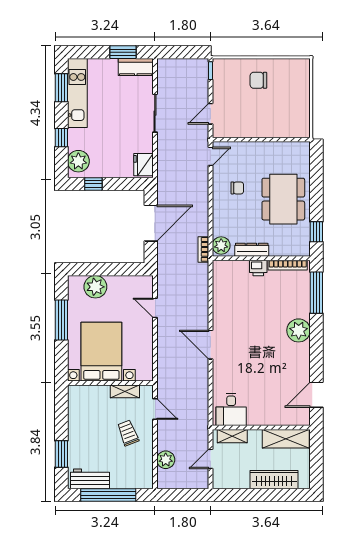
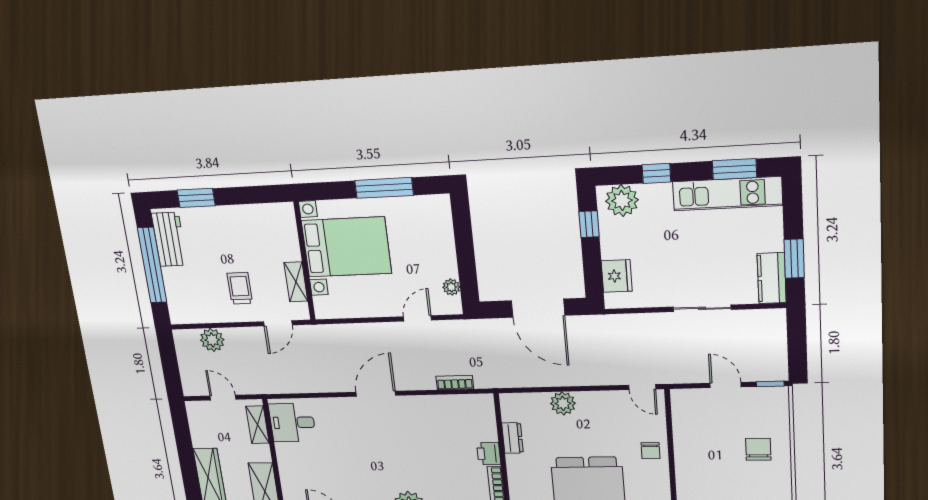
door: (210, 114) -> (726, 385), moved
fridge: (144, 165) -> (617, 276), moved, turned 90
chair: (237, 188) -> (651, 451), moved
plant: (221, 245) -> (563, 403), moved
bookcase: (203, 249) -> (455, 383), moved
dresser: (252, 250) -> (512, 438), width x0.70
plant: (95, 287) -> (451, 287), moved, width x0.53, depth x0.53
trolley: (128, 433) -> (240, 288), turned -69

